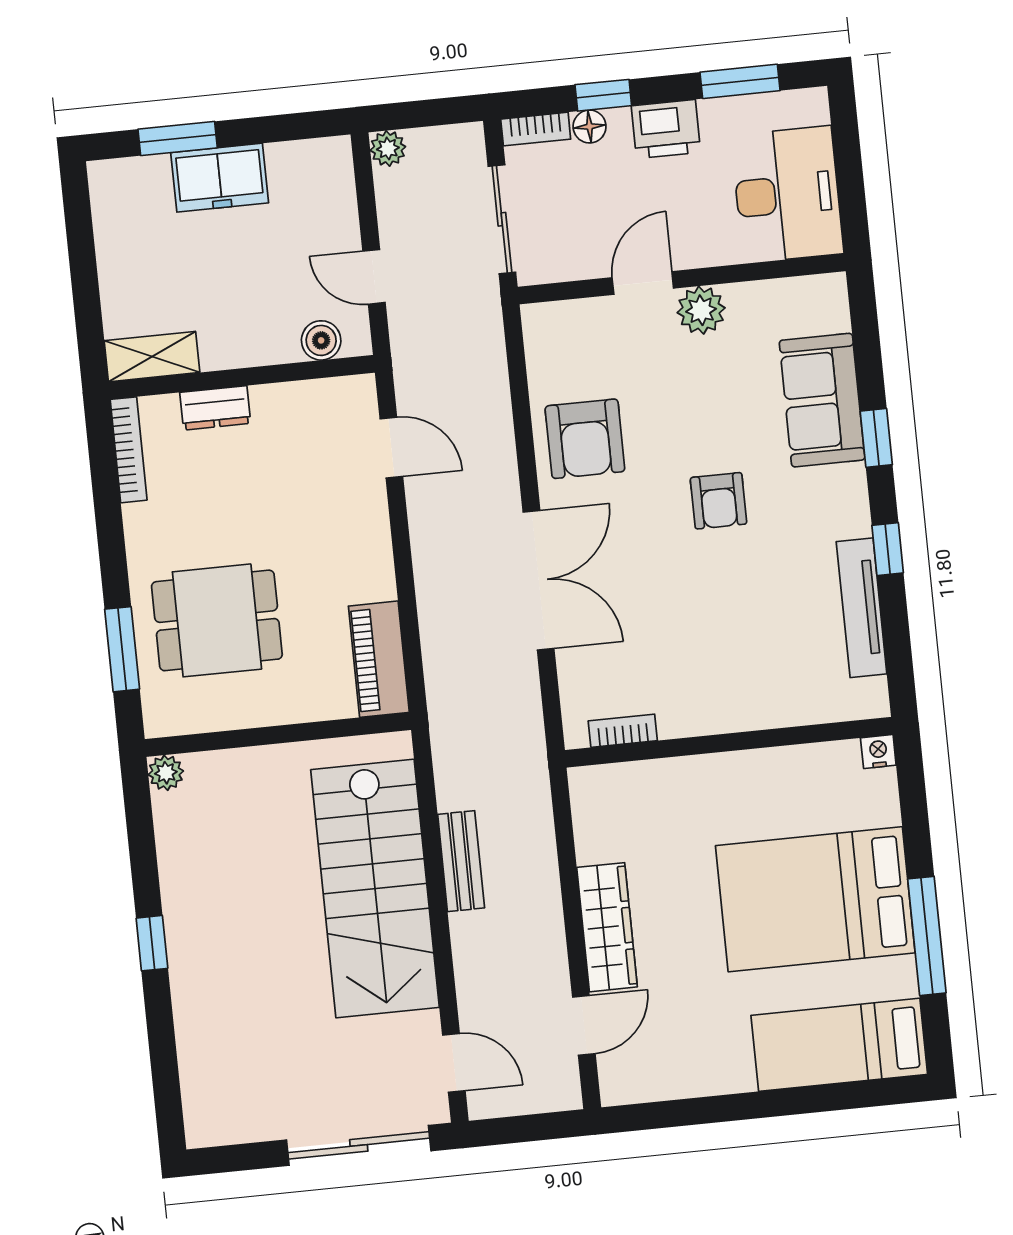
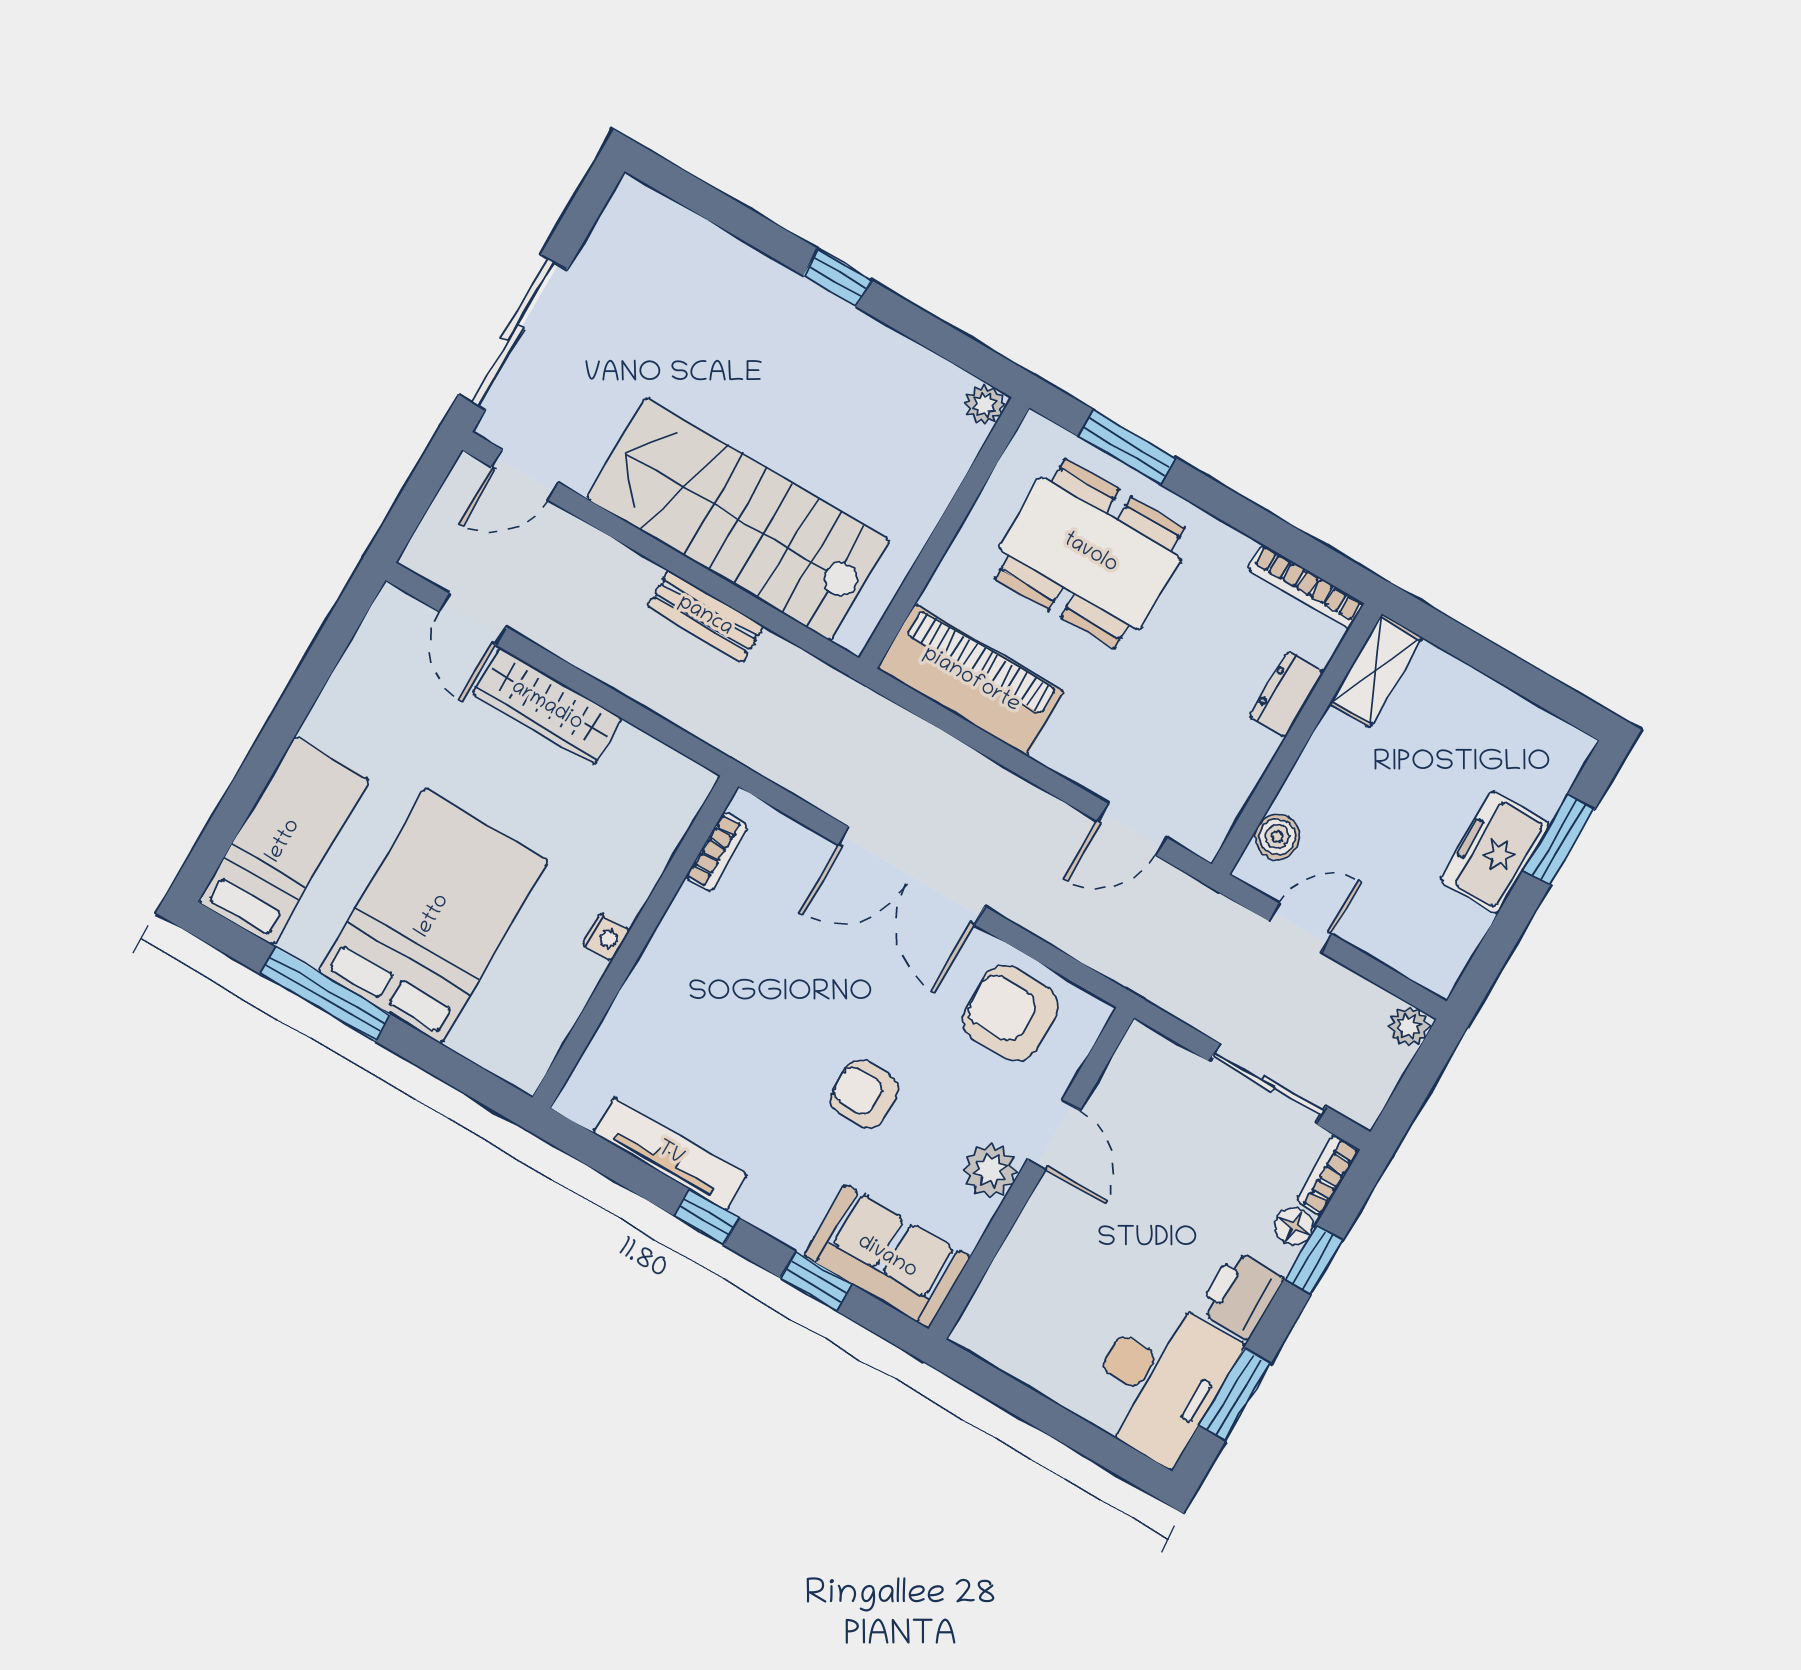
desk: (787, 194) -> (1159, 1379), moved, turned -90
wall: (682, 279) -> (1031, 1173), moved
door: (643, 283) -> (1054, 1135), moved
plant: (701, 310) -> (990, 1170), moved
dining table: (217, 620) -> (1090, 553), width x1.38
piano: (379, 659) -> (971, 680), width x1.37, depth x1.33
nightstand: (878, 752) -> (606, 937), moved

